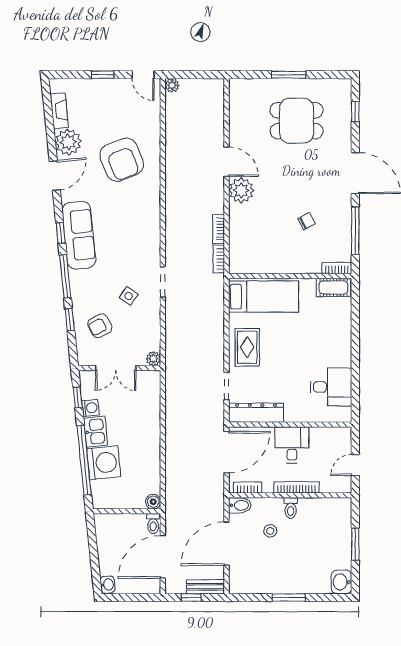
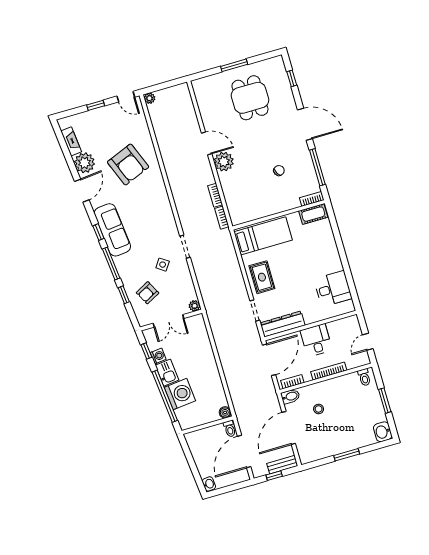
dining table: (297, 121) -> (250, 98), turned 90
toilet: (291, 508) -> (364, 377), moved

